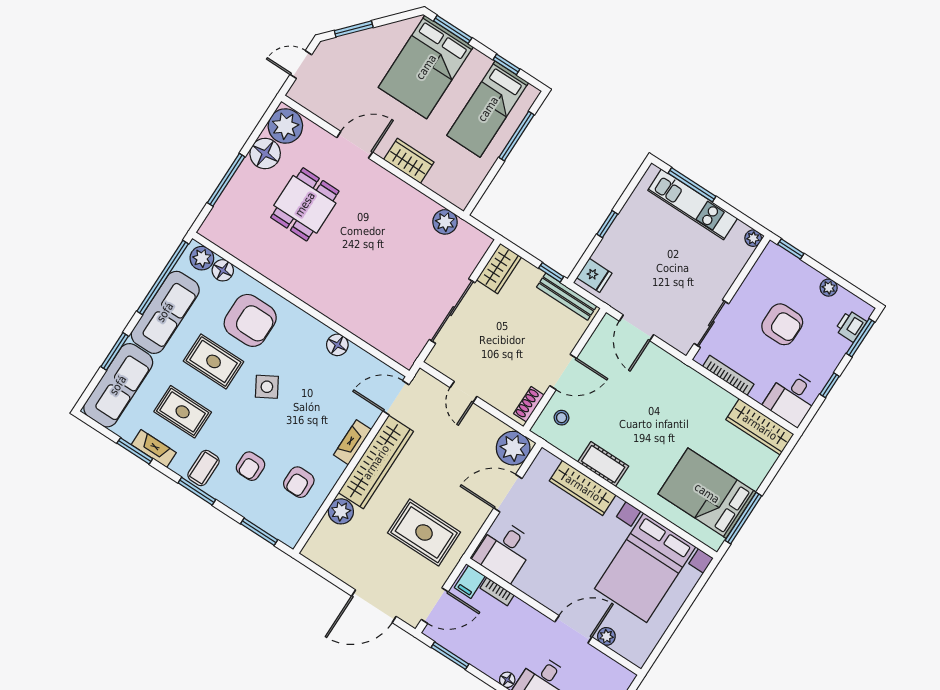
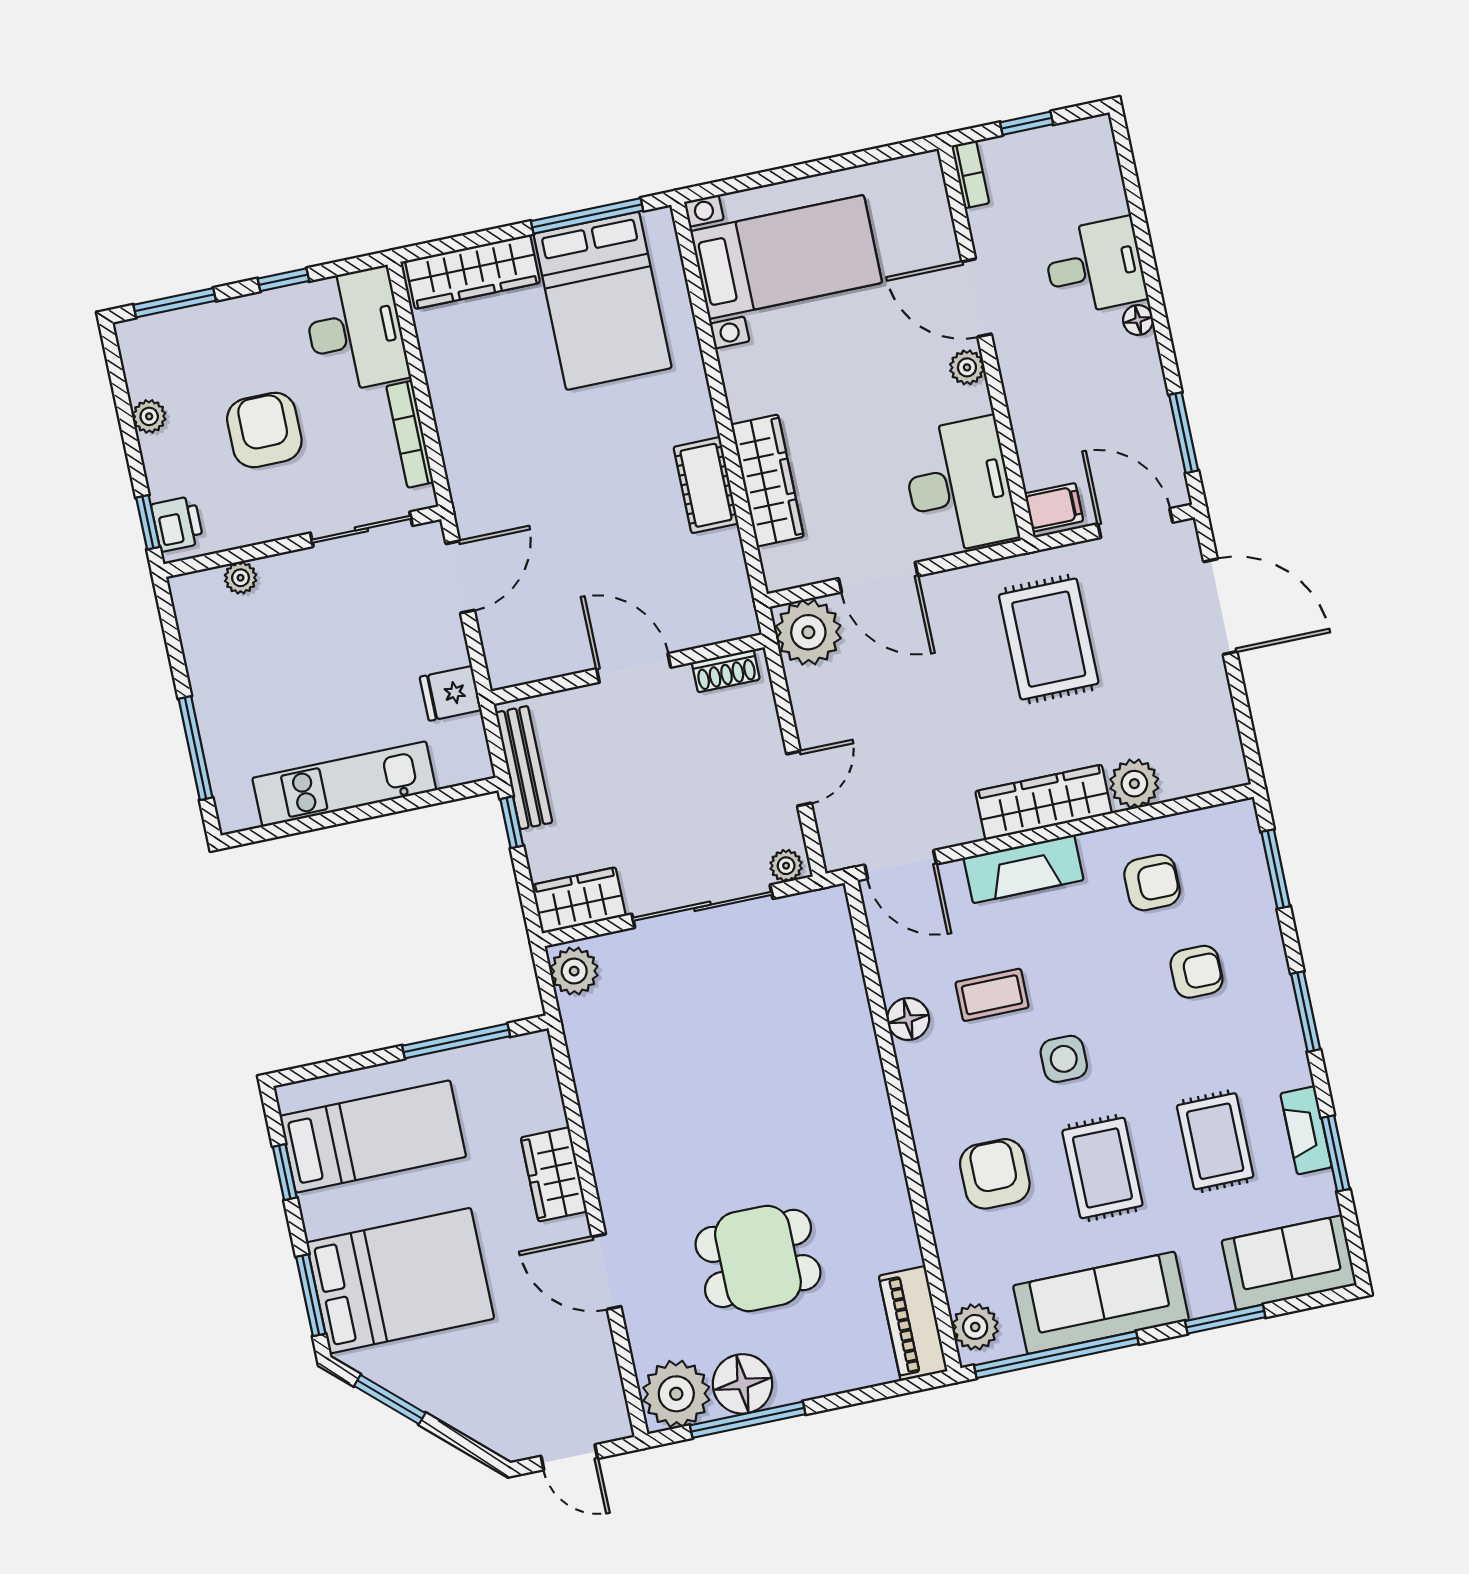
window: (354, 29) -> (390, 1400), moved
window: (517, 136) -> (456, 1041), moved
window: (226, 180) -> (748, 1420), moved
kitchen unit: (693, 204) -> (344, 784), moved, turned -90
plant: (445, 222) -> (574, 971), moved
window: (607, 224) -> (367, 811), removed
piano: (226, 237) -> (913, 1323), added
plant: (753, 238) -> (241, 578), moved
floor lamp: (223, 270) -> (963, 1281), removed
fridge: (594, 275) -> (451, 693), moved, turned -90
armchair: (250, 320) -> (995, 1174), width x0.73, depth x0.73
printer: (851, 326) -> (177, 524), moved, turned -90
door: (636, 328) -> (460, 577), moved
plant: (437, 356) -> (786, 866), added
sofa: (118, 385) -> (1289, 1263), width x0.73
side table: (267, 387) -> (1064, 1059), turned 30
desk: (792, 397) -> (355, 330), width x1.37
stool: (562, 418) -> (699, 607), removed
wardrobe: (760, 427) -> (472, 272), moved, turned 90
fireplace: (352, 442) -> (1024, 869), width x1.37, depth x1.32
wardrobe: (376, 462) -> (1044, 802), width x0.71, depth x0.85
coffee table: (203, 468) -> (992, 995), moved
desk: (504, 551) -> (959, 486), width x1.37
bed with nightstands: (645, 568) -> (786, 257), width x0.73
bookcase: (497, 592) -> (970, 174), moved
plant: (606, 636) -> (967, 367), moved

